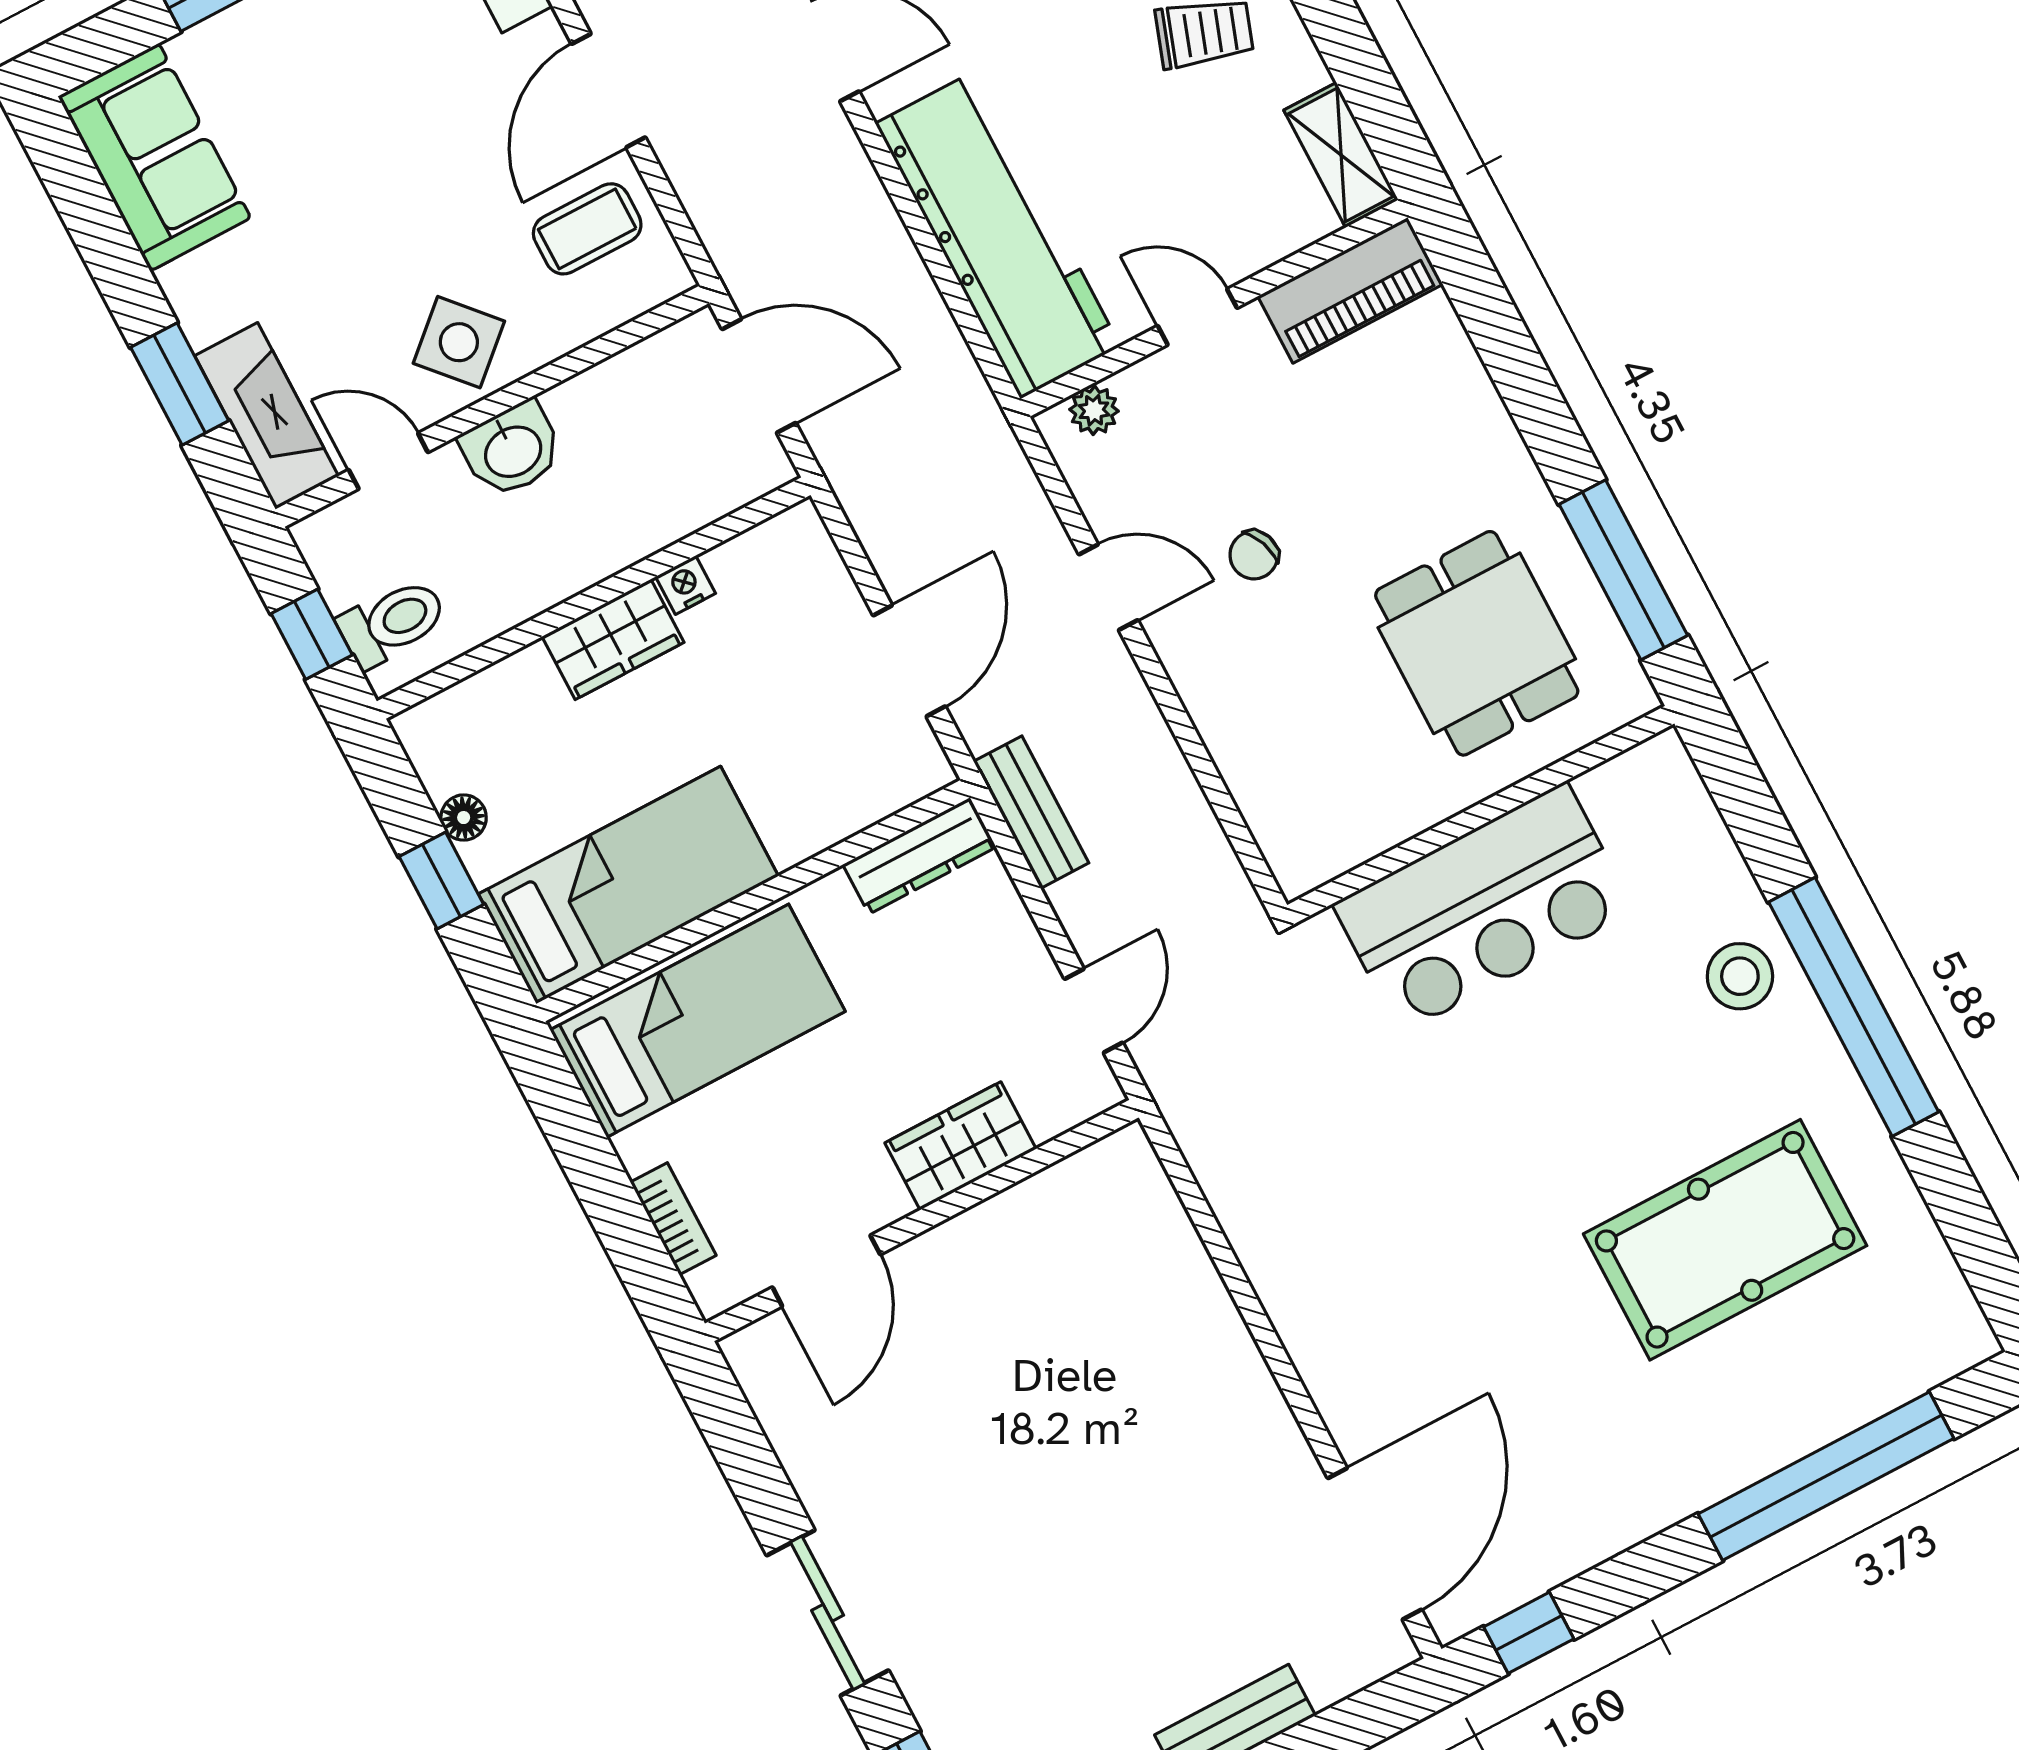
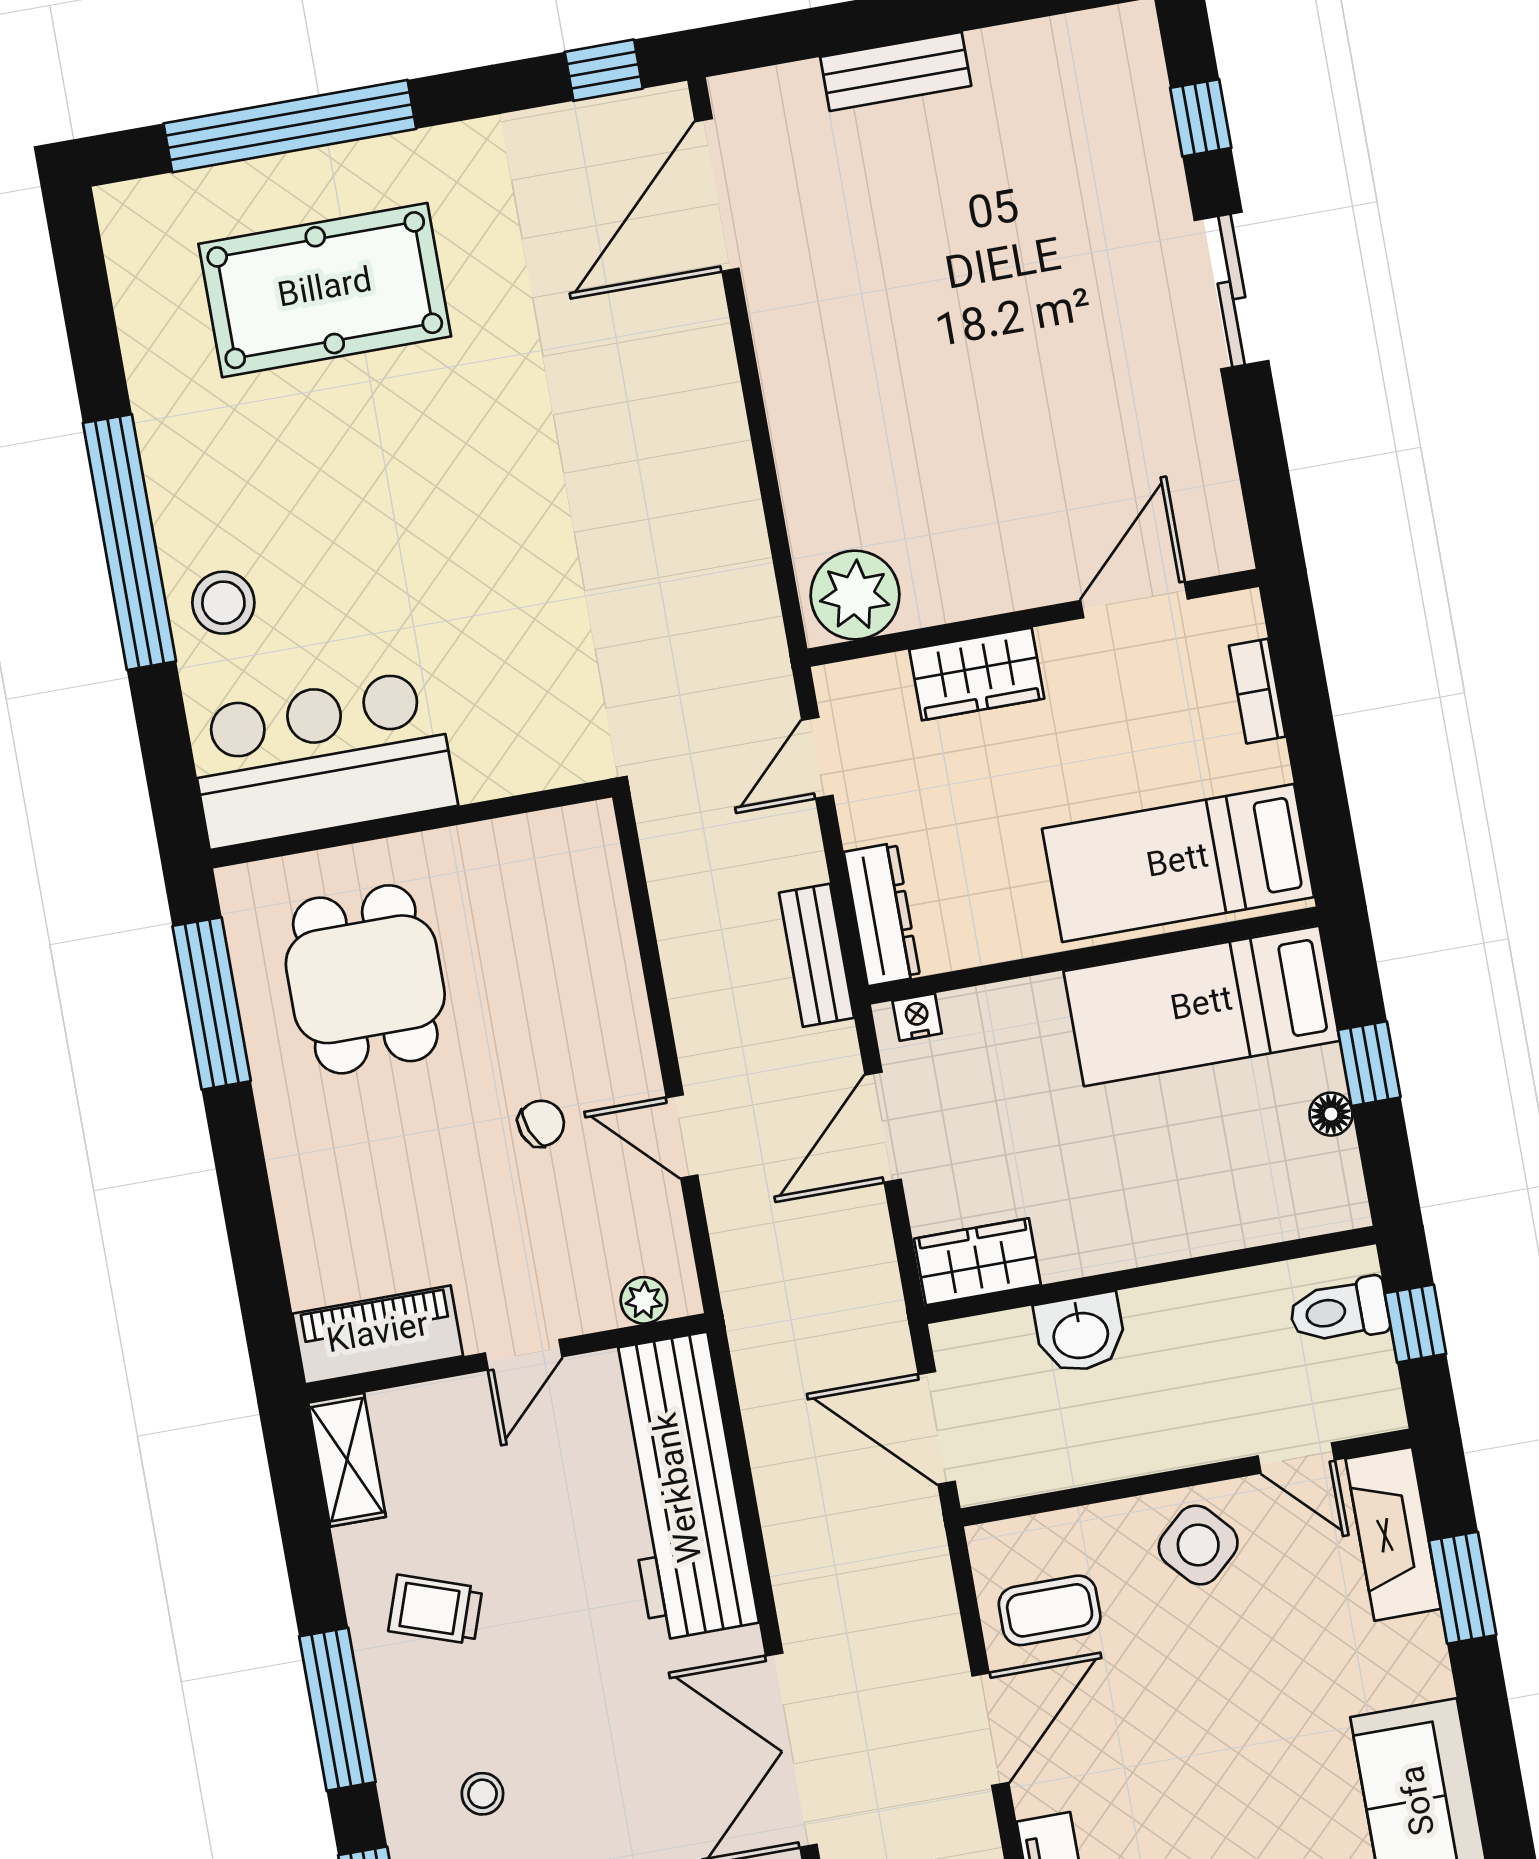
door: (1197, 317) -> (524, 1355), hinge flipped
washbasin: (512, 450) -> (1080, 1333), moved, turned 180
nightstand: (686, 585) -> (917, 1017), moved, turned 180
wardrobe: (613, 639) -> (977, 1262), moved
dresser: (919, 856) -> (882, 914), moved, turned 90
bar counter: (1484, 908) -> (322, 759), moved
plant: (1108, 1186) -> (855, 595), added
pool table: (1725, 1240) -> (325, 290), moved

